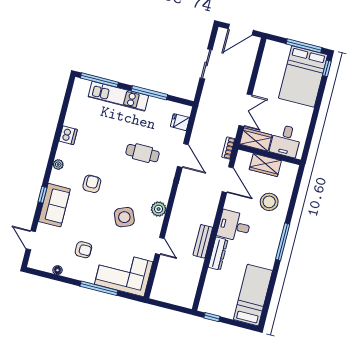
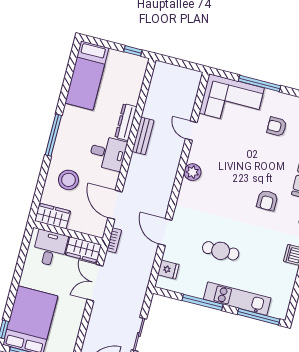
cafe table: (143, 153) -> (221, 251), moved
wardrobe: (265, 165) -> (53, 216), moved
side table: (124, 217) -> (231, 163), removed

